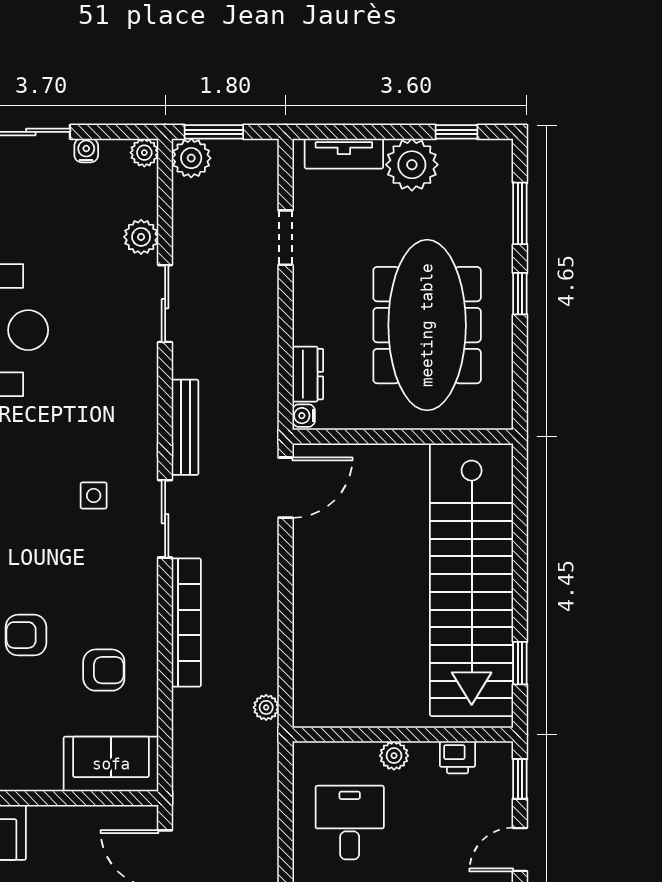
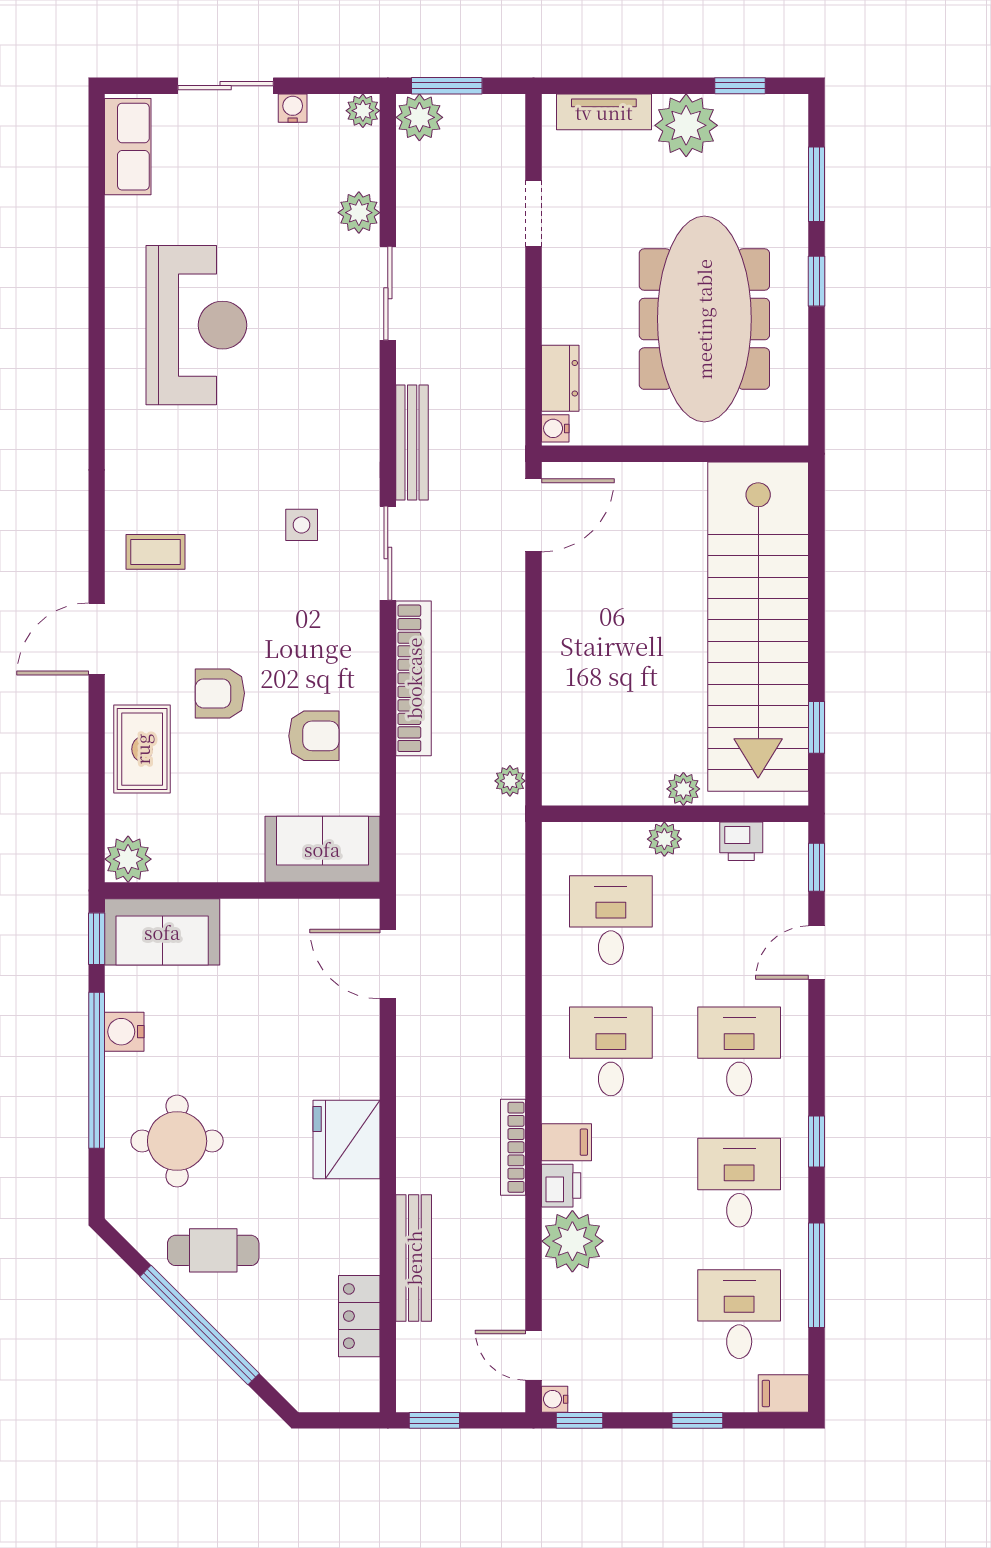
plant: (410, 714) -> (683, 789), added

